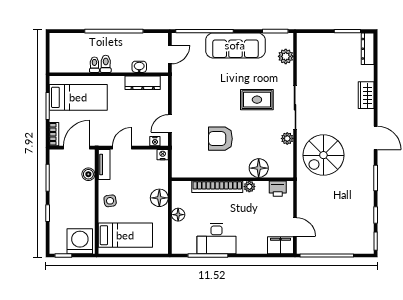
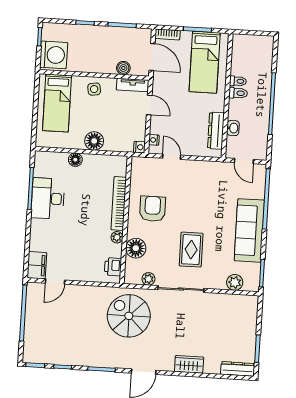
floor lamp: (259, 168) -> (136, 248), moved
wall: (232, 179) -> (126, 220), moved
bookcase: (217, 187) -> (119, 203), moved
plant: (249, 187) -> (117, 237), moved
printer: (278, 189) -> (113, 267), moved

